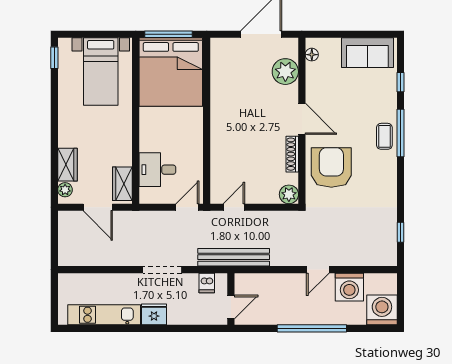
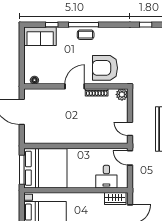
sofa: (367, 53) -> (40, 36), moved, turned 90
plant: (285, 72) -> (45, 97), removed

